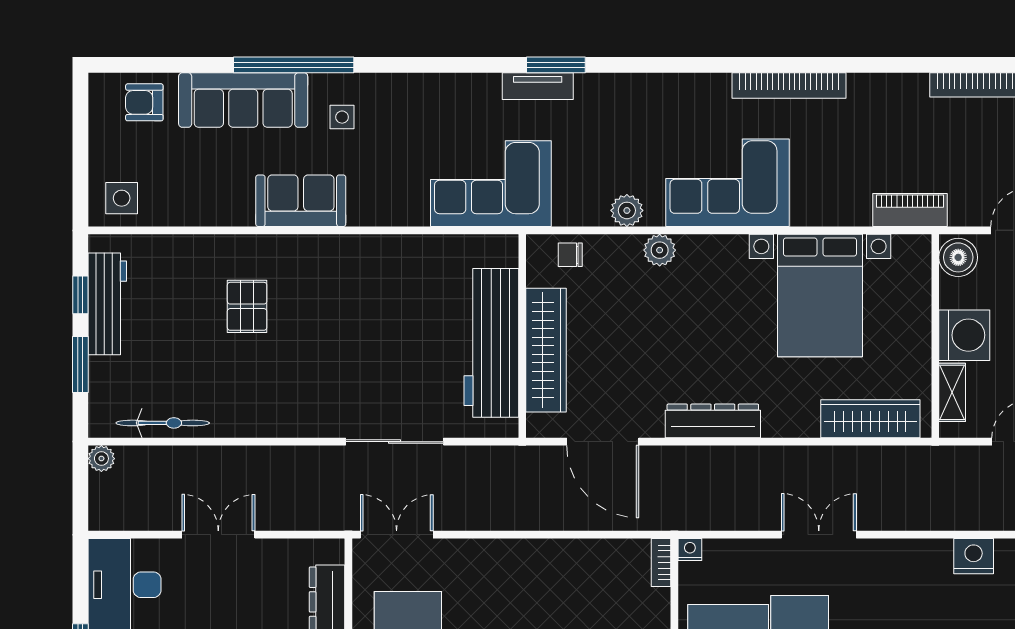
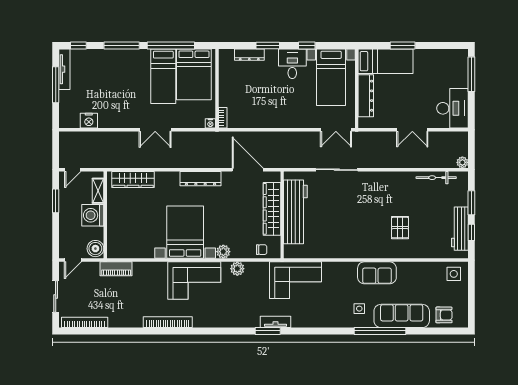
bed with nightstands: (820, 296) -> (185, 232), moved

